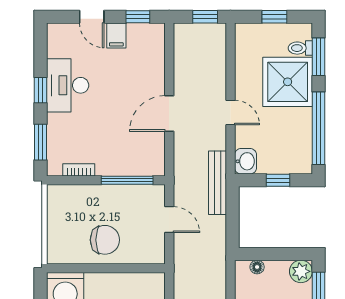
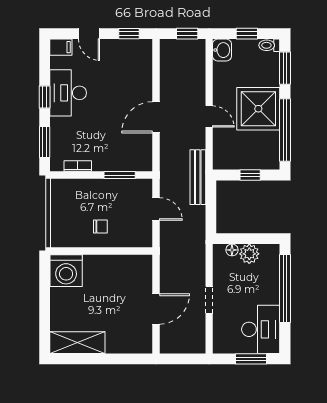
filing cabinet: (116, 36) -> (61, 47), moved, turned -90
toilet: (300, 48) -> (269, 45), moved
shower: (288, 82) -> (258, 109), moved
washbasin: (246, 161) -> (222, 50), moved
window: (127, 180) -> (120, 175), width x0.69
chair: (105, 240) -> (100, 227), width x0.54, depth x0.54
plant: (301, 271) -> (249, 254), moved

